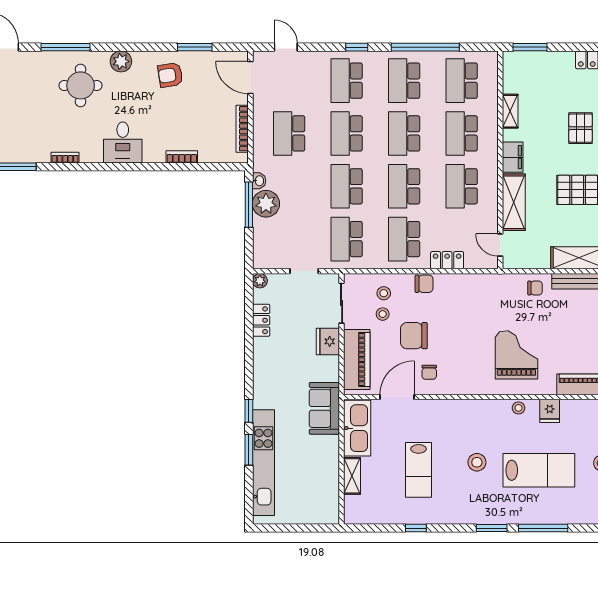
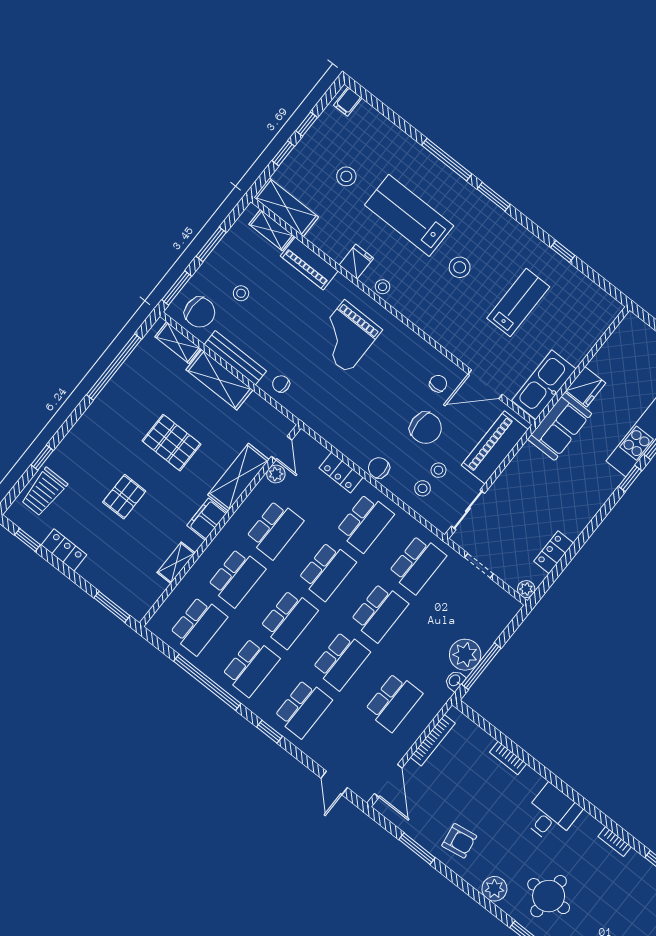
plant: (490, 224) -> (276, 474), added
fridge: (328, 341) -> (586, 387), moved
shelving: (352, 476) -> (583, 345), removed

